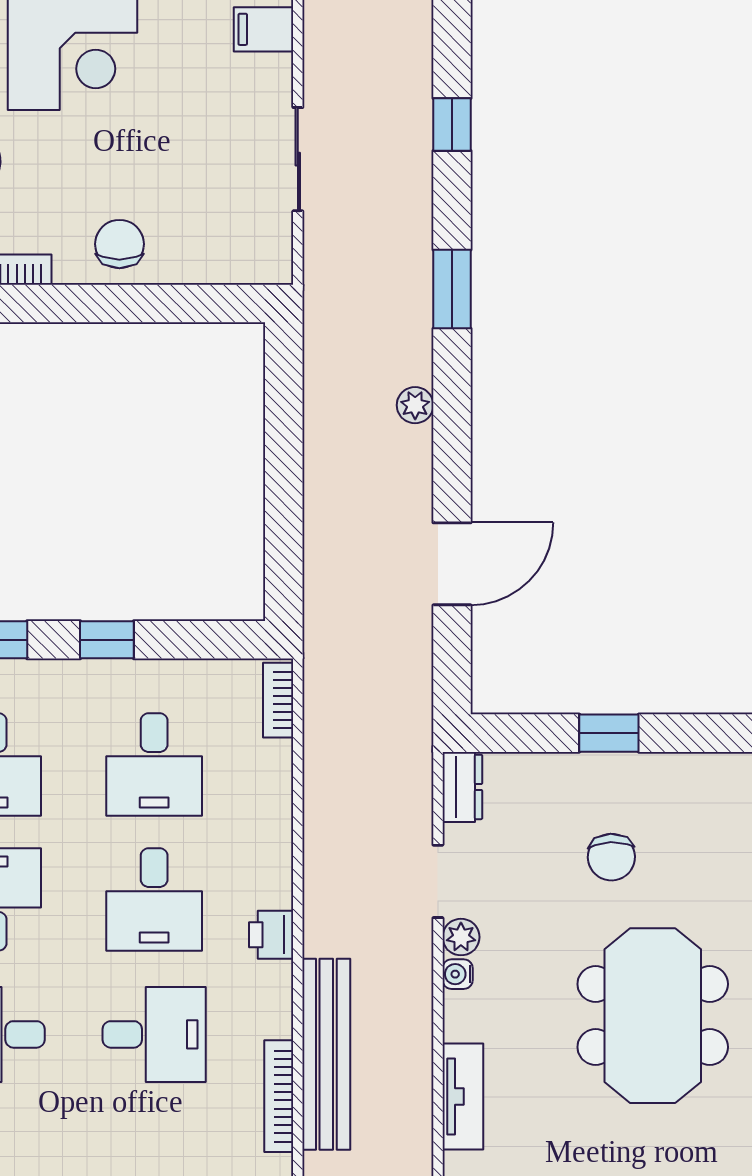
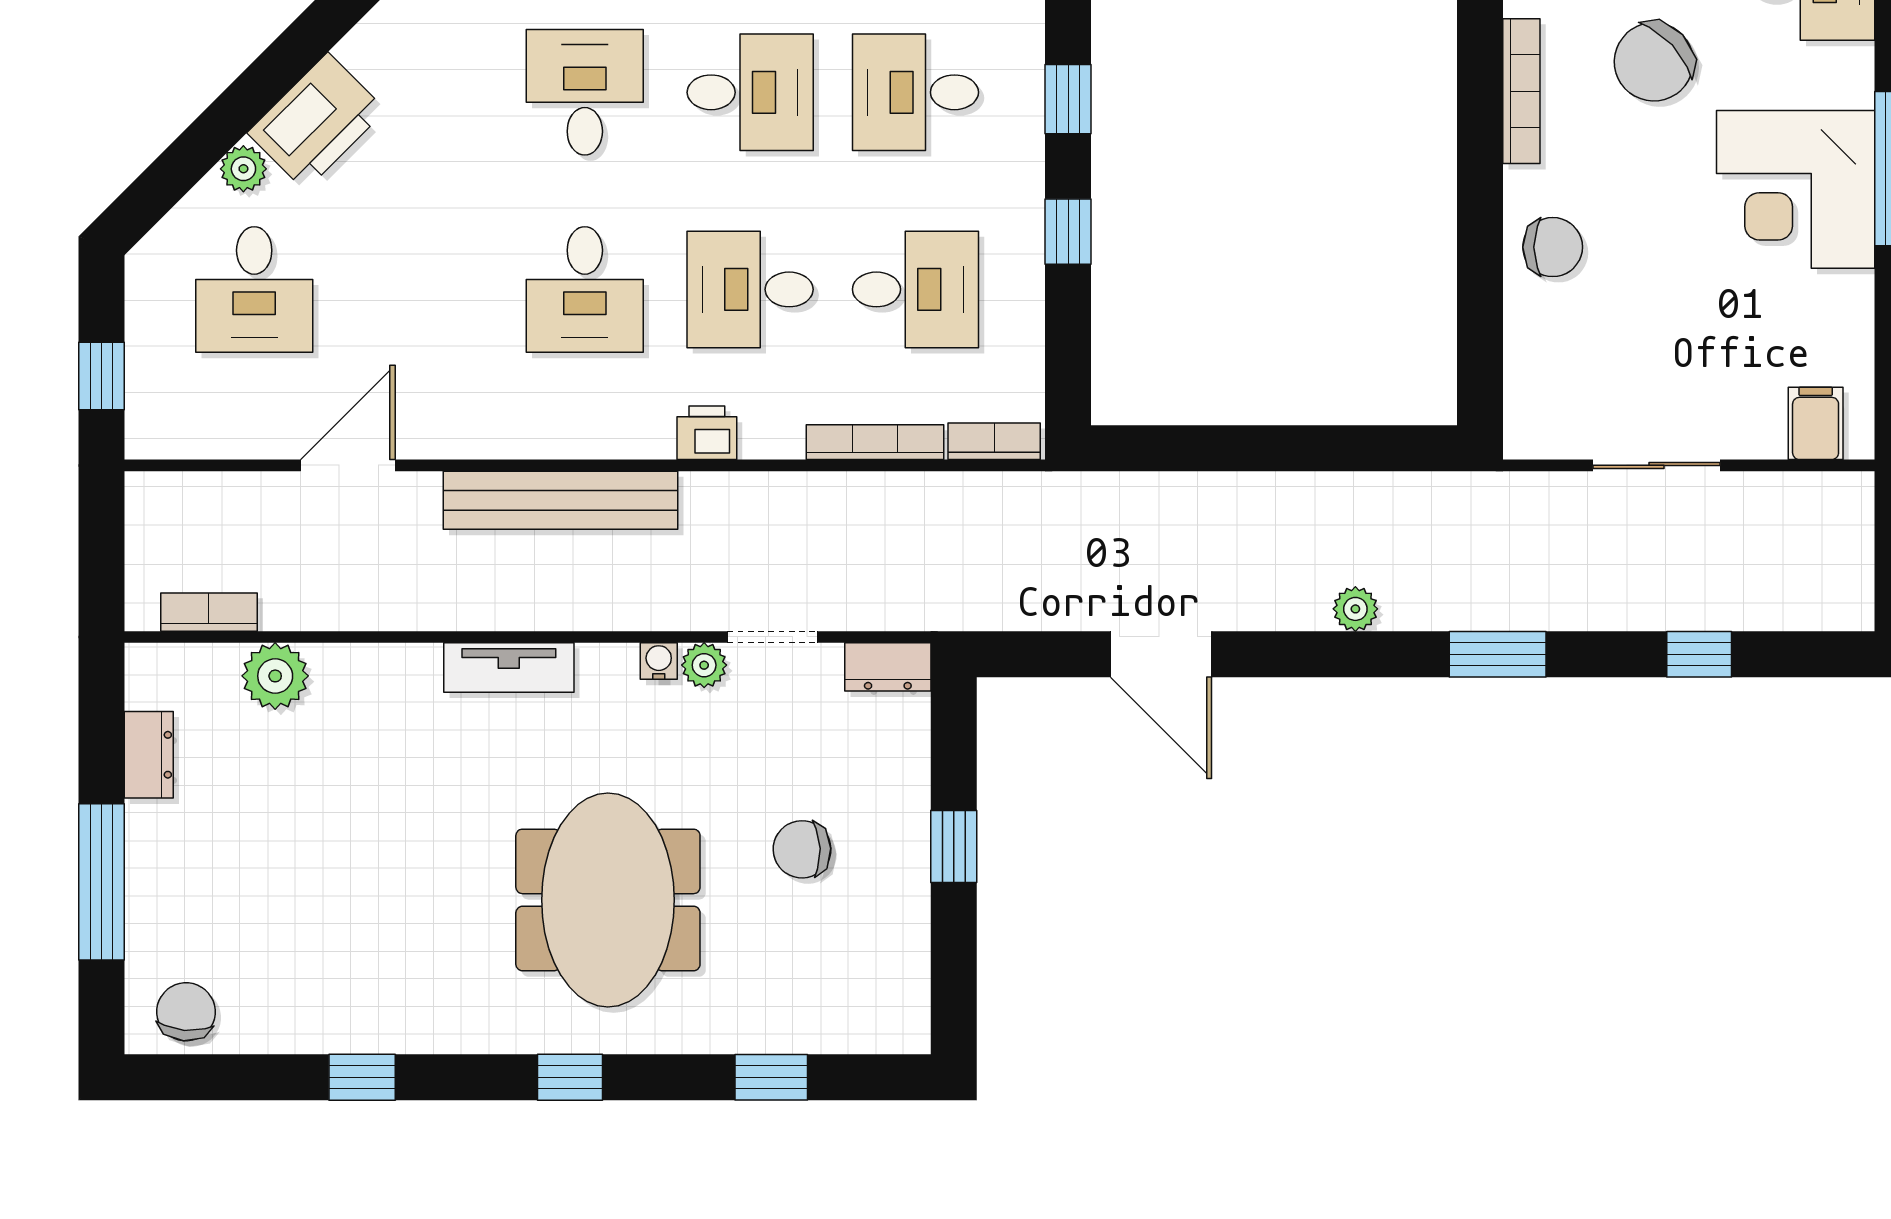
desk: (154, 764) -> (915, 289), turned 180
meeting table: (653, 1016) -> (608, 900), turned 90
bookcase: (279, 1096) -> (875, 442), moved

